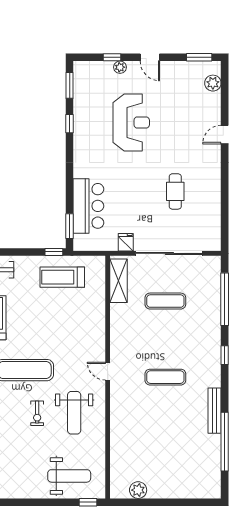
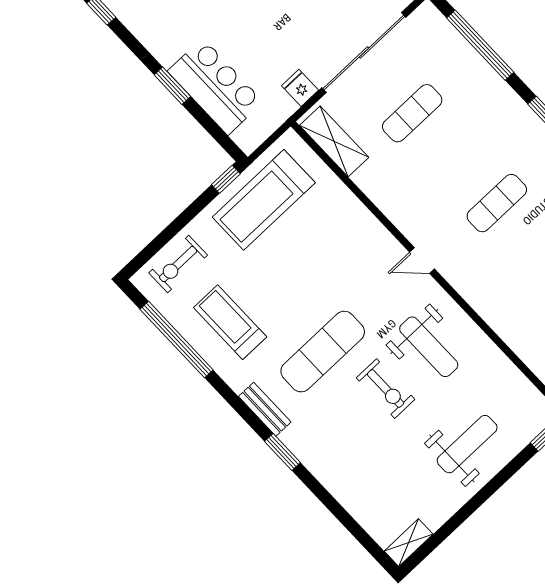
window: (70, 226) -> (172, 86), moved
treadmill: (62, 277) -> (264, 200), width x1.37, depth x1.38
exercise bike: (37, 413) -> (386, 389), width x1.38, depth x1.39
weight bench: (69, 476) -> (467, 444), moved

